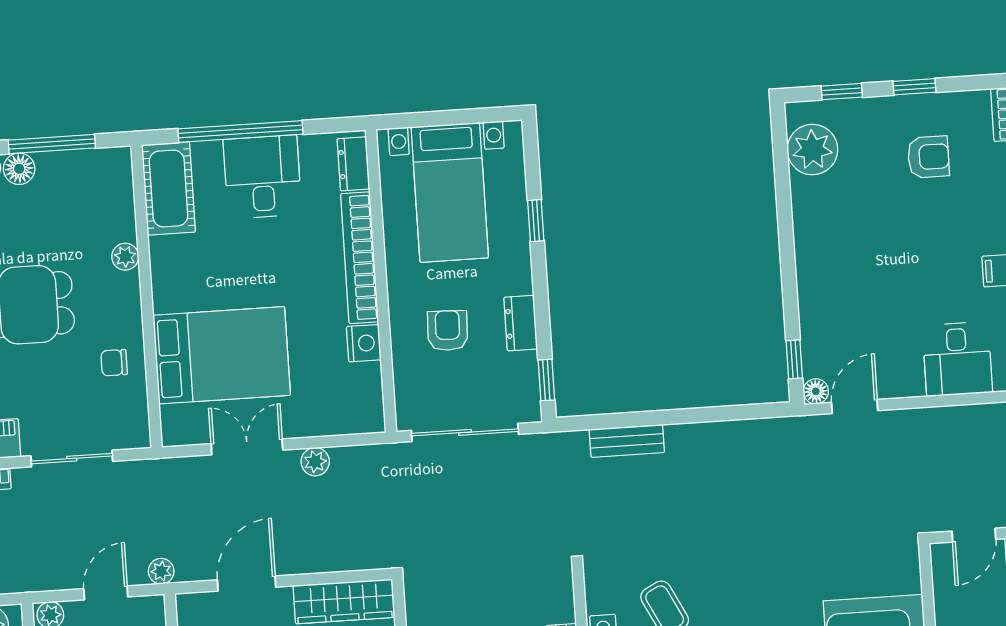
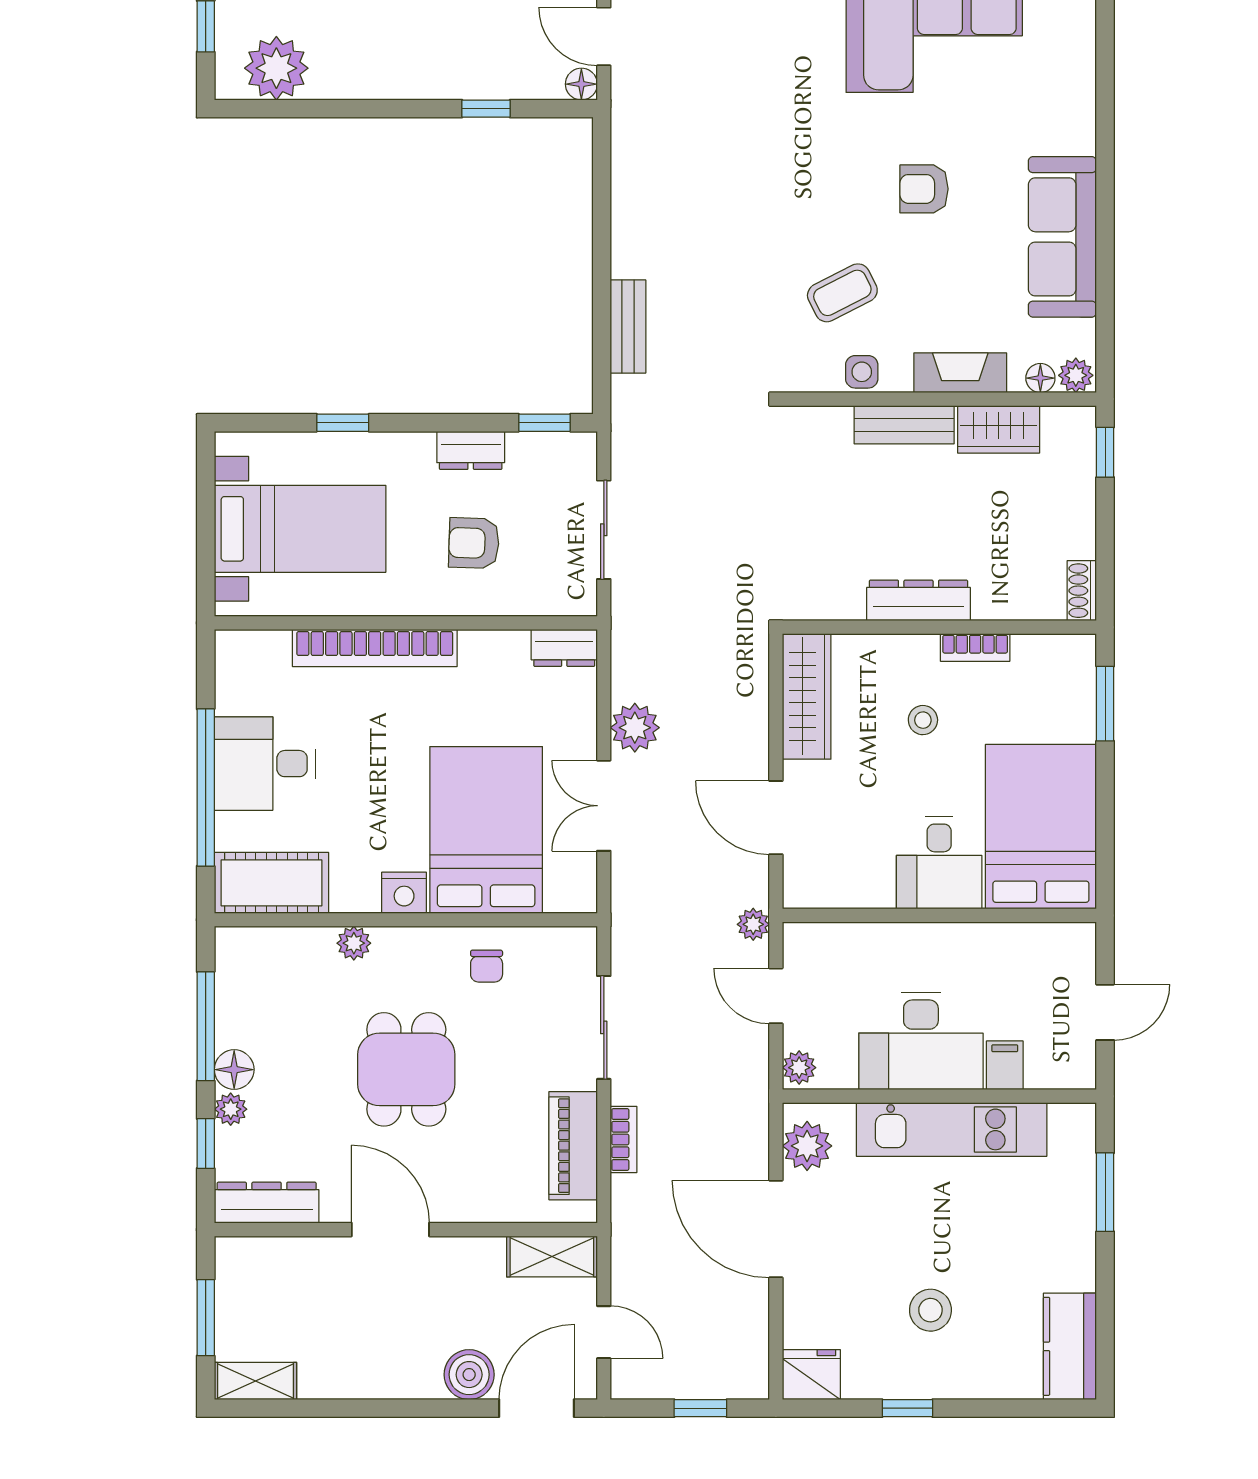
dresser: (353, 164) -> (564, 648), moved
nightstand: (364, 343) -> (404, 893), moved, turned 180
window: (794, 359) -> (486, 109), moved
sliding door: (465, 432) -> (604, 530), width x0.73
plant: (315, 462) -> (635, 728), width x1.38, depth x1.38

